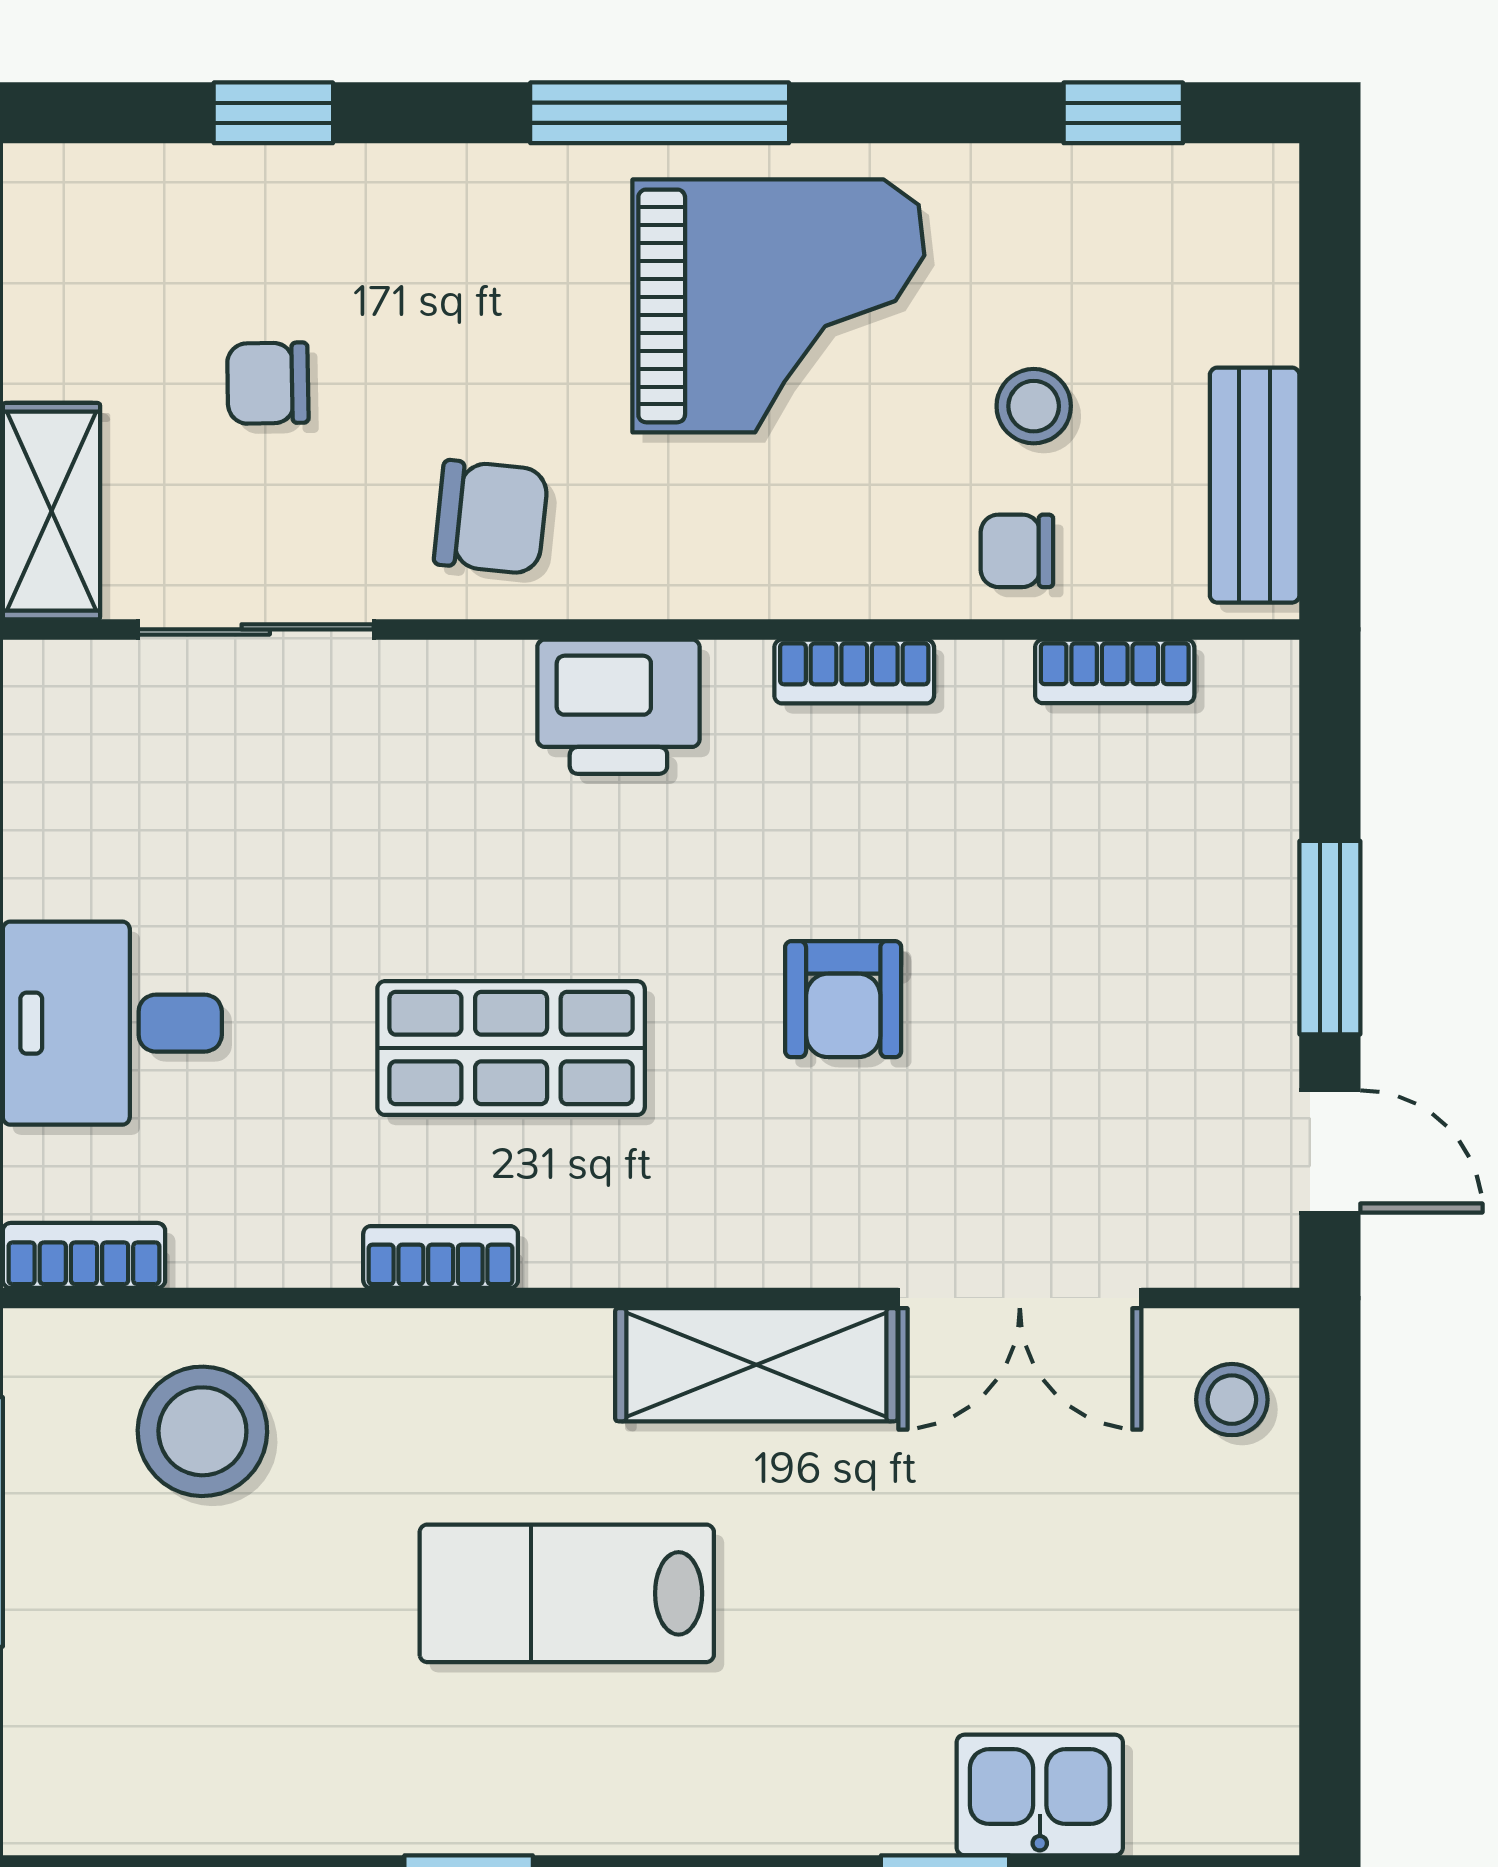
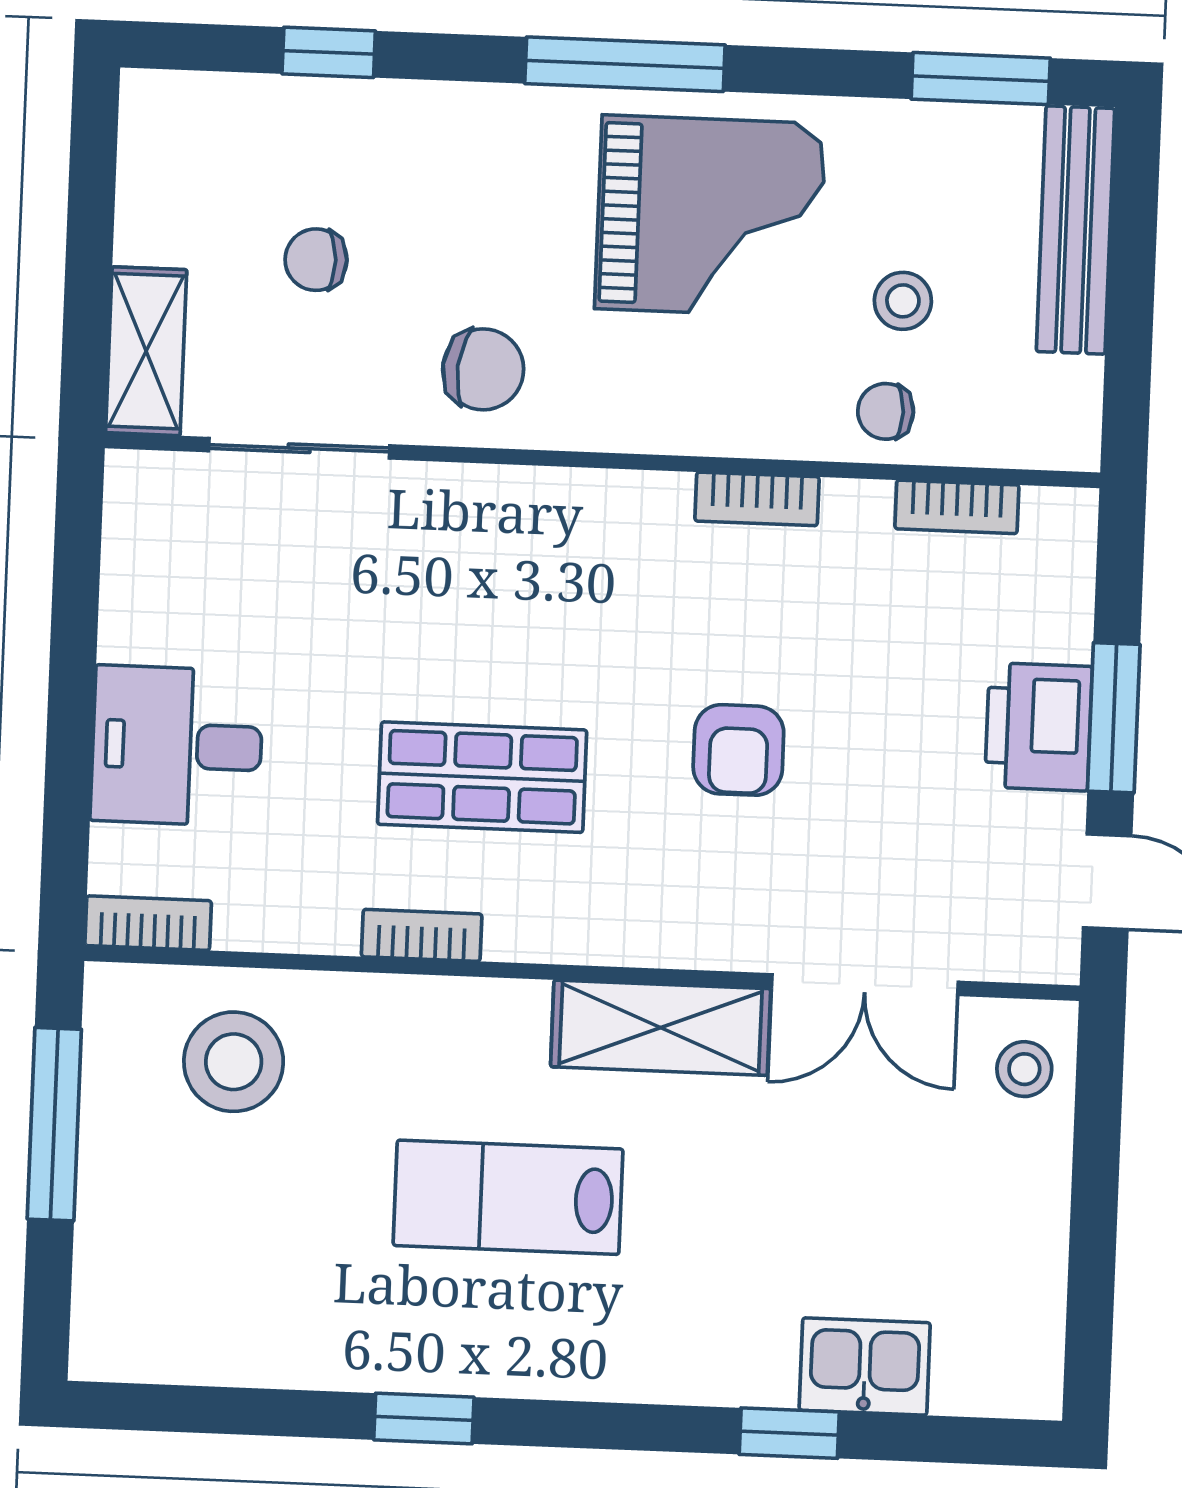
window: (1123, 113) -> (981, 79), width x1.50
bench: (1255, 485) -> (1076, 230), moved, width x1.36
printer: (618, 707) -> (1038, 727), moved, turned 90

